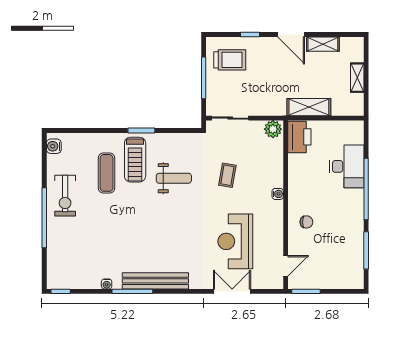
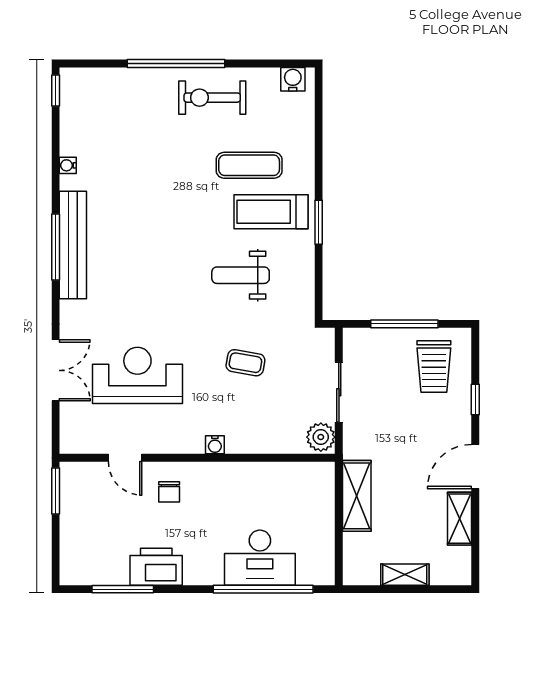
sliding door: (230, 118) -> (339, 392), moved
printer: (299, 137) -> (156, 567), moved, turned 180
weight bench: (174, 178) -> (241, 275), turned 90
window: (366, 189) -> (263, 589), moved
door: (286, 266) -> (125, 458), moved
window: (132, 291) -> (56, 247), moved

